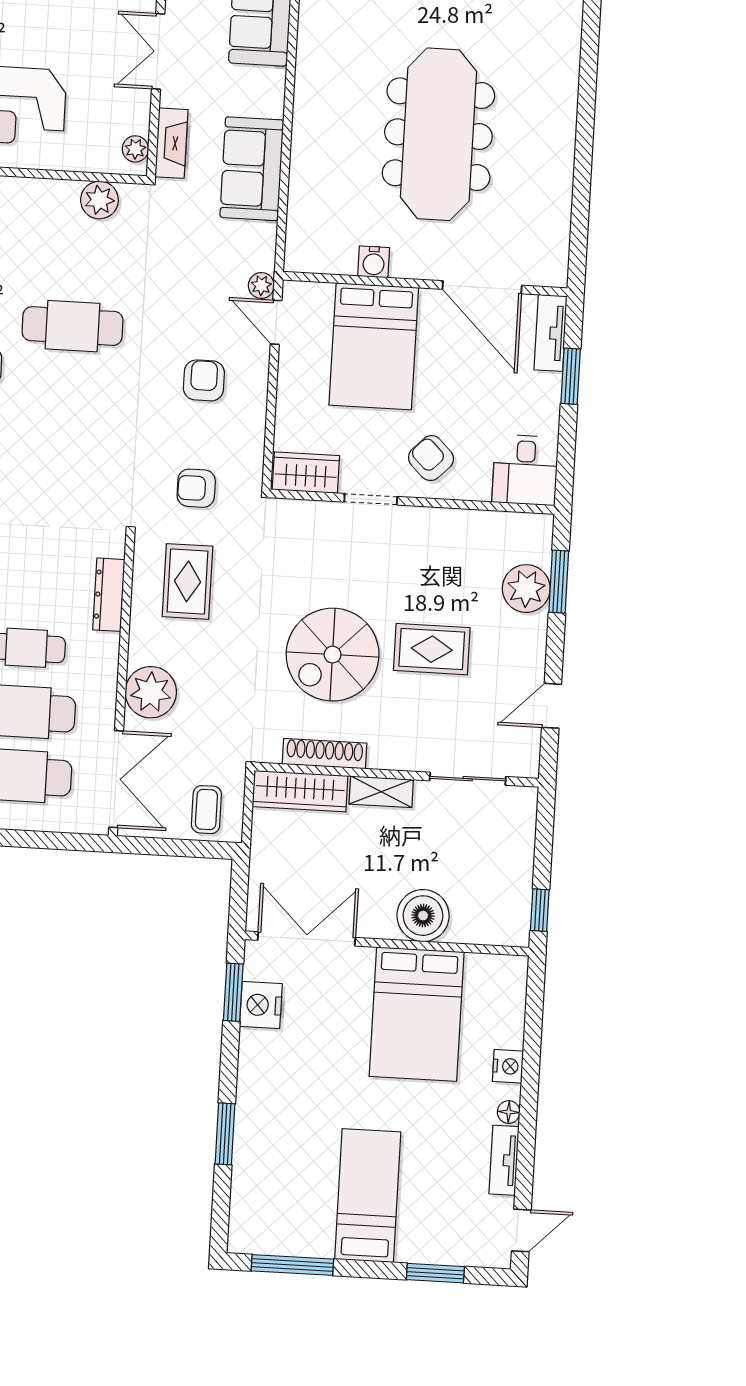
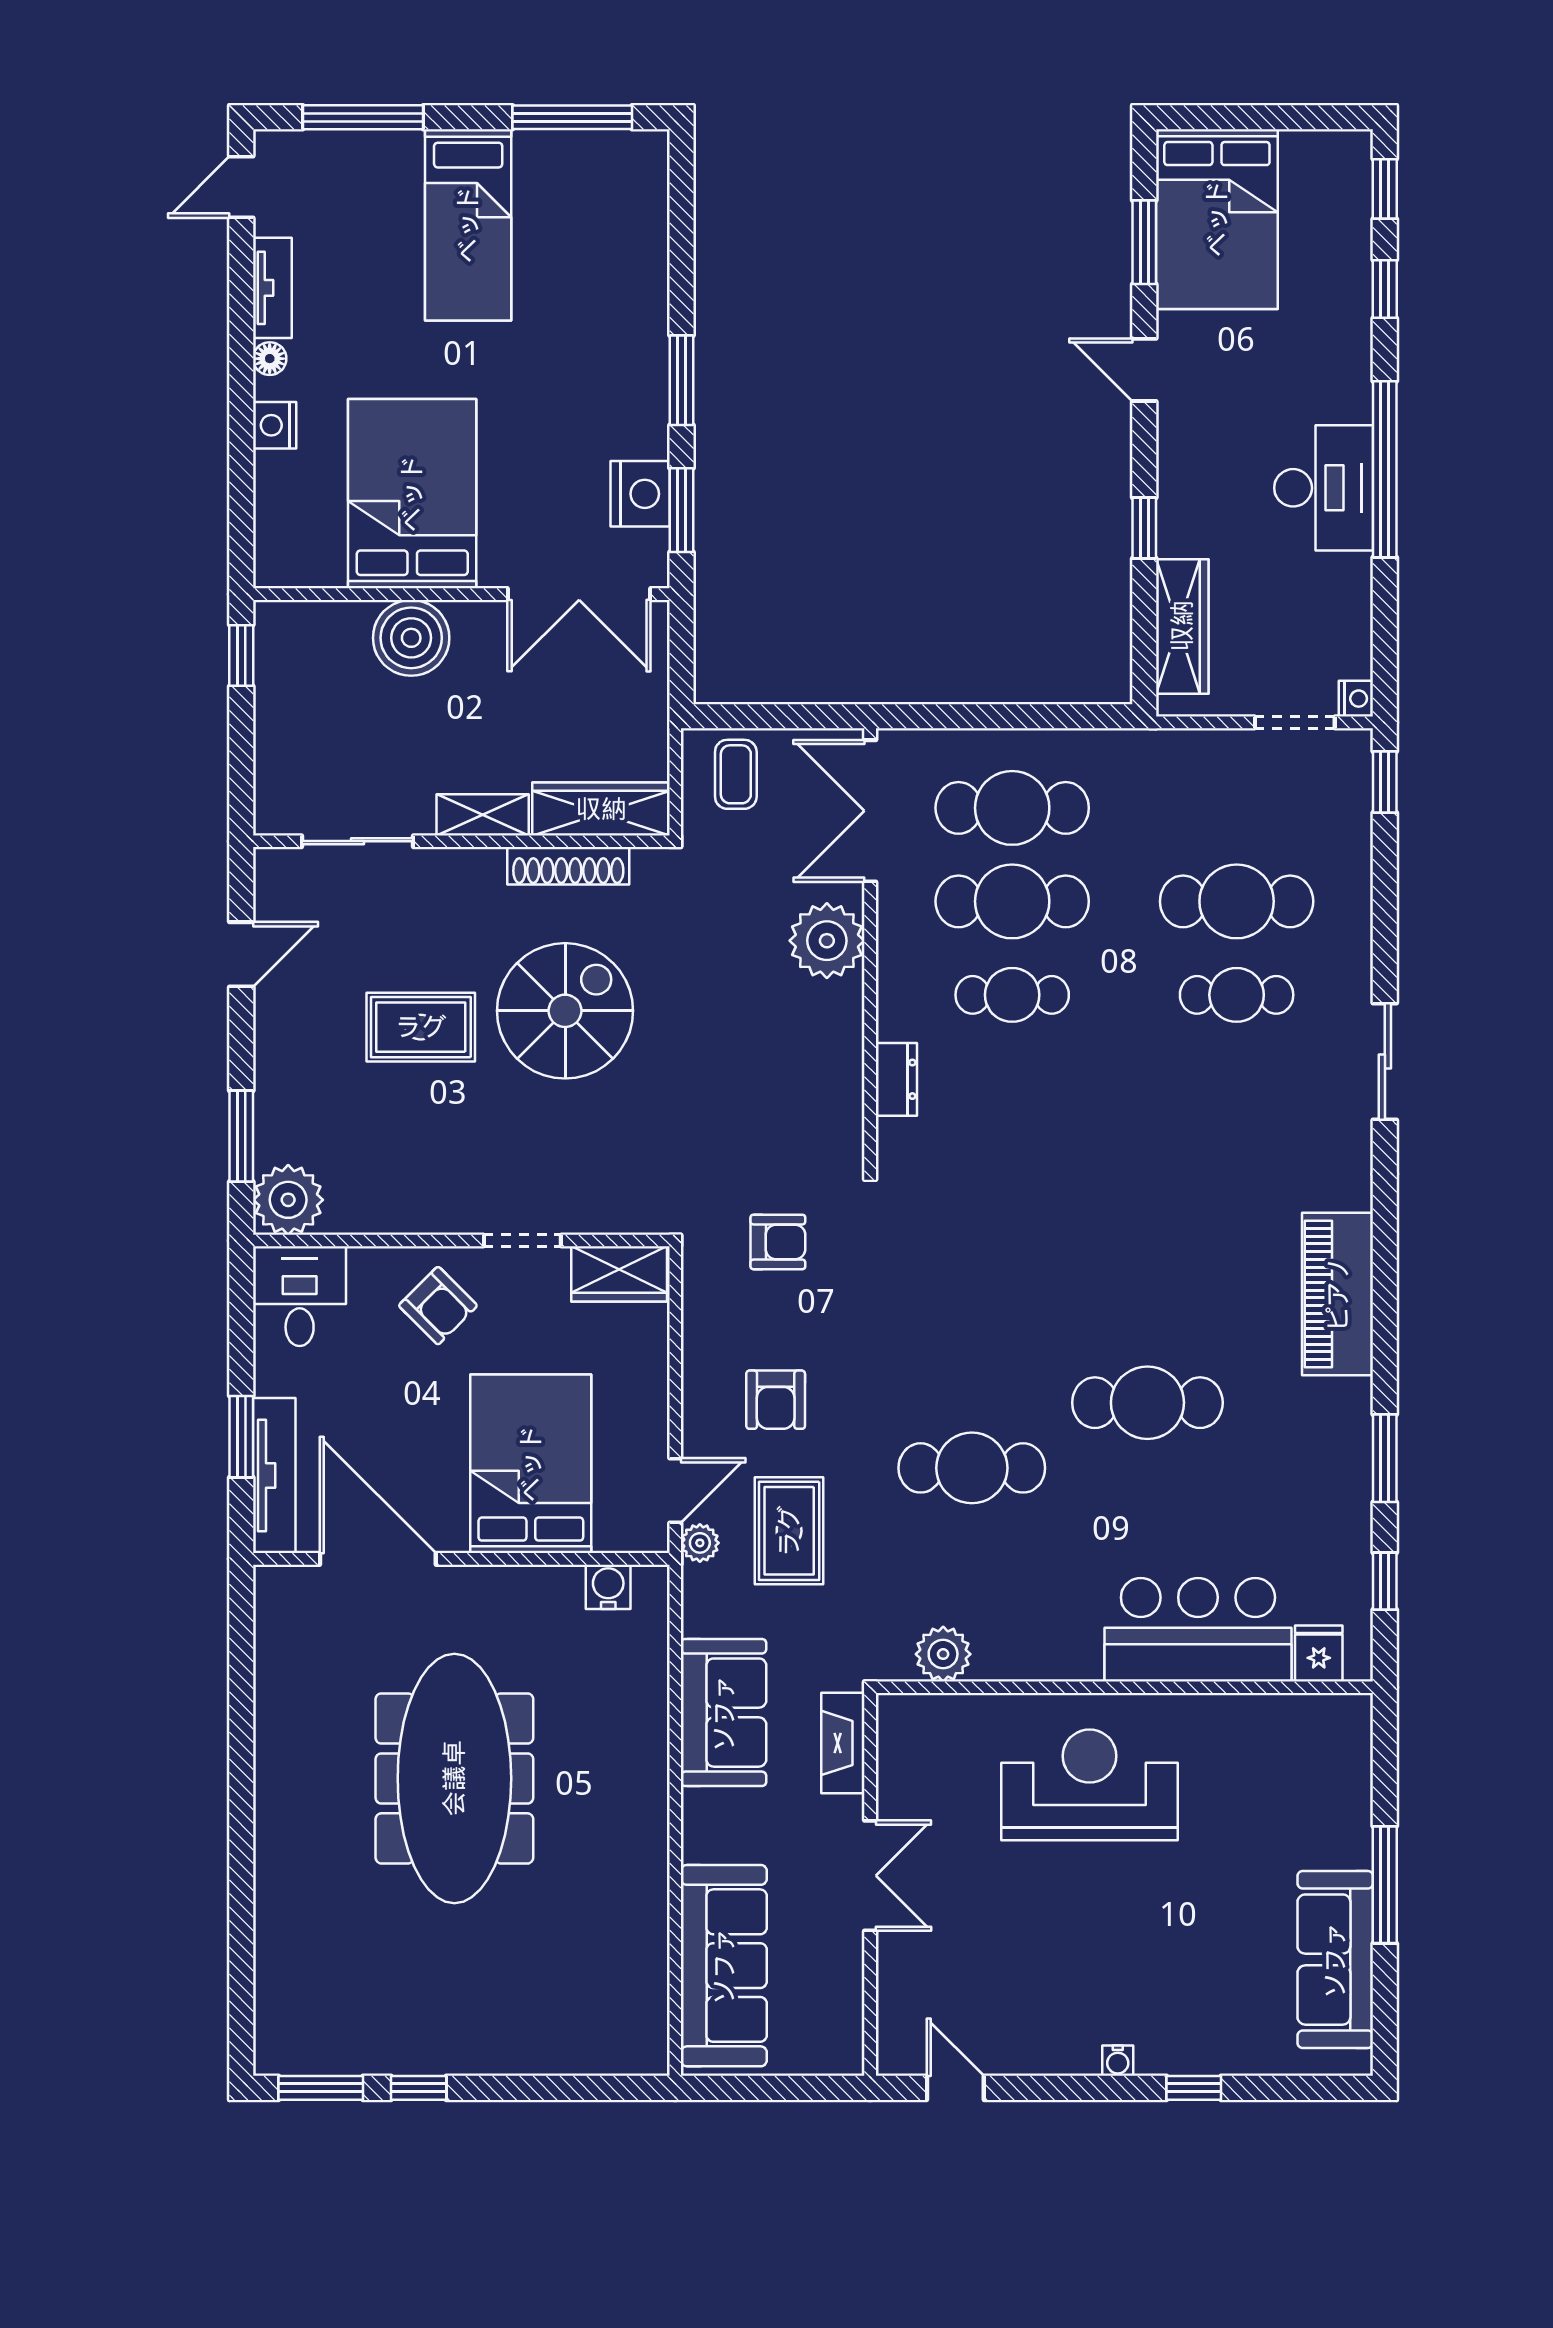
plant: (135, 149) -> (895, 1731), removed
water cooler: (374, 262) -> (608, 1587), moved
door: (276, 322) -> (675, 1490), hinge flipped
tv unit: (551, 333) -> (274, 1476), width x1.41
rug: (187, 581) -> (789, 1531), moved
plant: (526, 589) -> (288, 1200), moved
dresser: (109, 595) -> (896, 1079), width x0.70
window: (225, 1134) -> (681, 380), moved
window: (435, 1273) -> (363, 117), width x1.44

